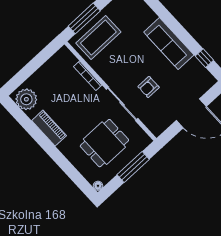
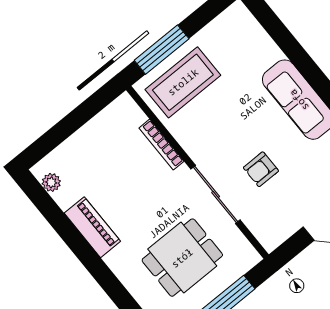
plant: (26, 99) -> (51, 182), width x0.53, depth x0.53

